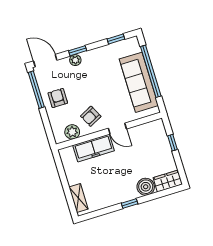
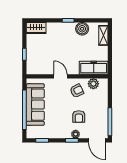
armchair: (58, 98) -> (79, 117), moved
freezer: (94, 148) -> (94, 68), moved
boiler: (146, 187) -> (82, 29), moved

